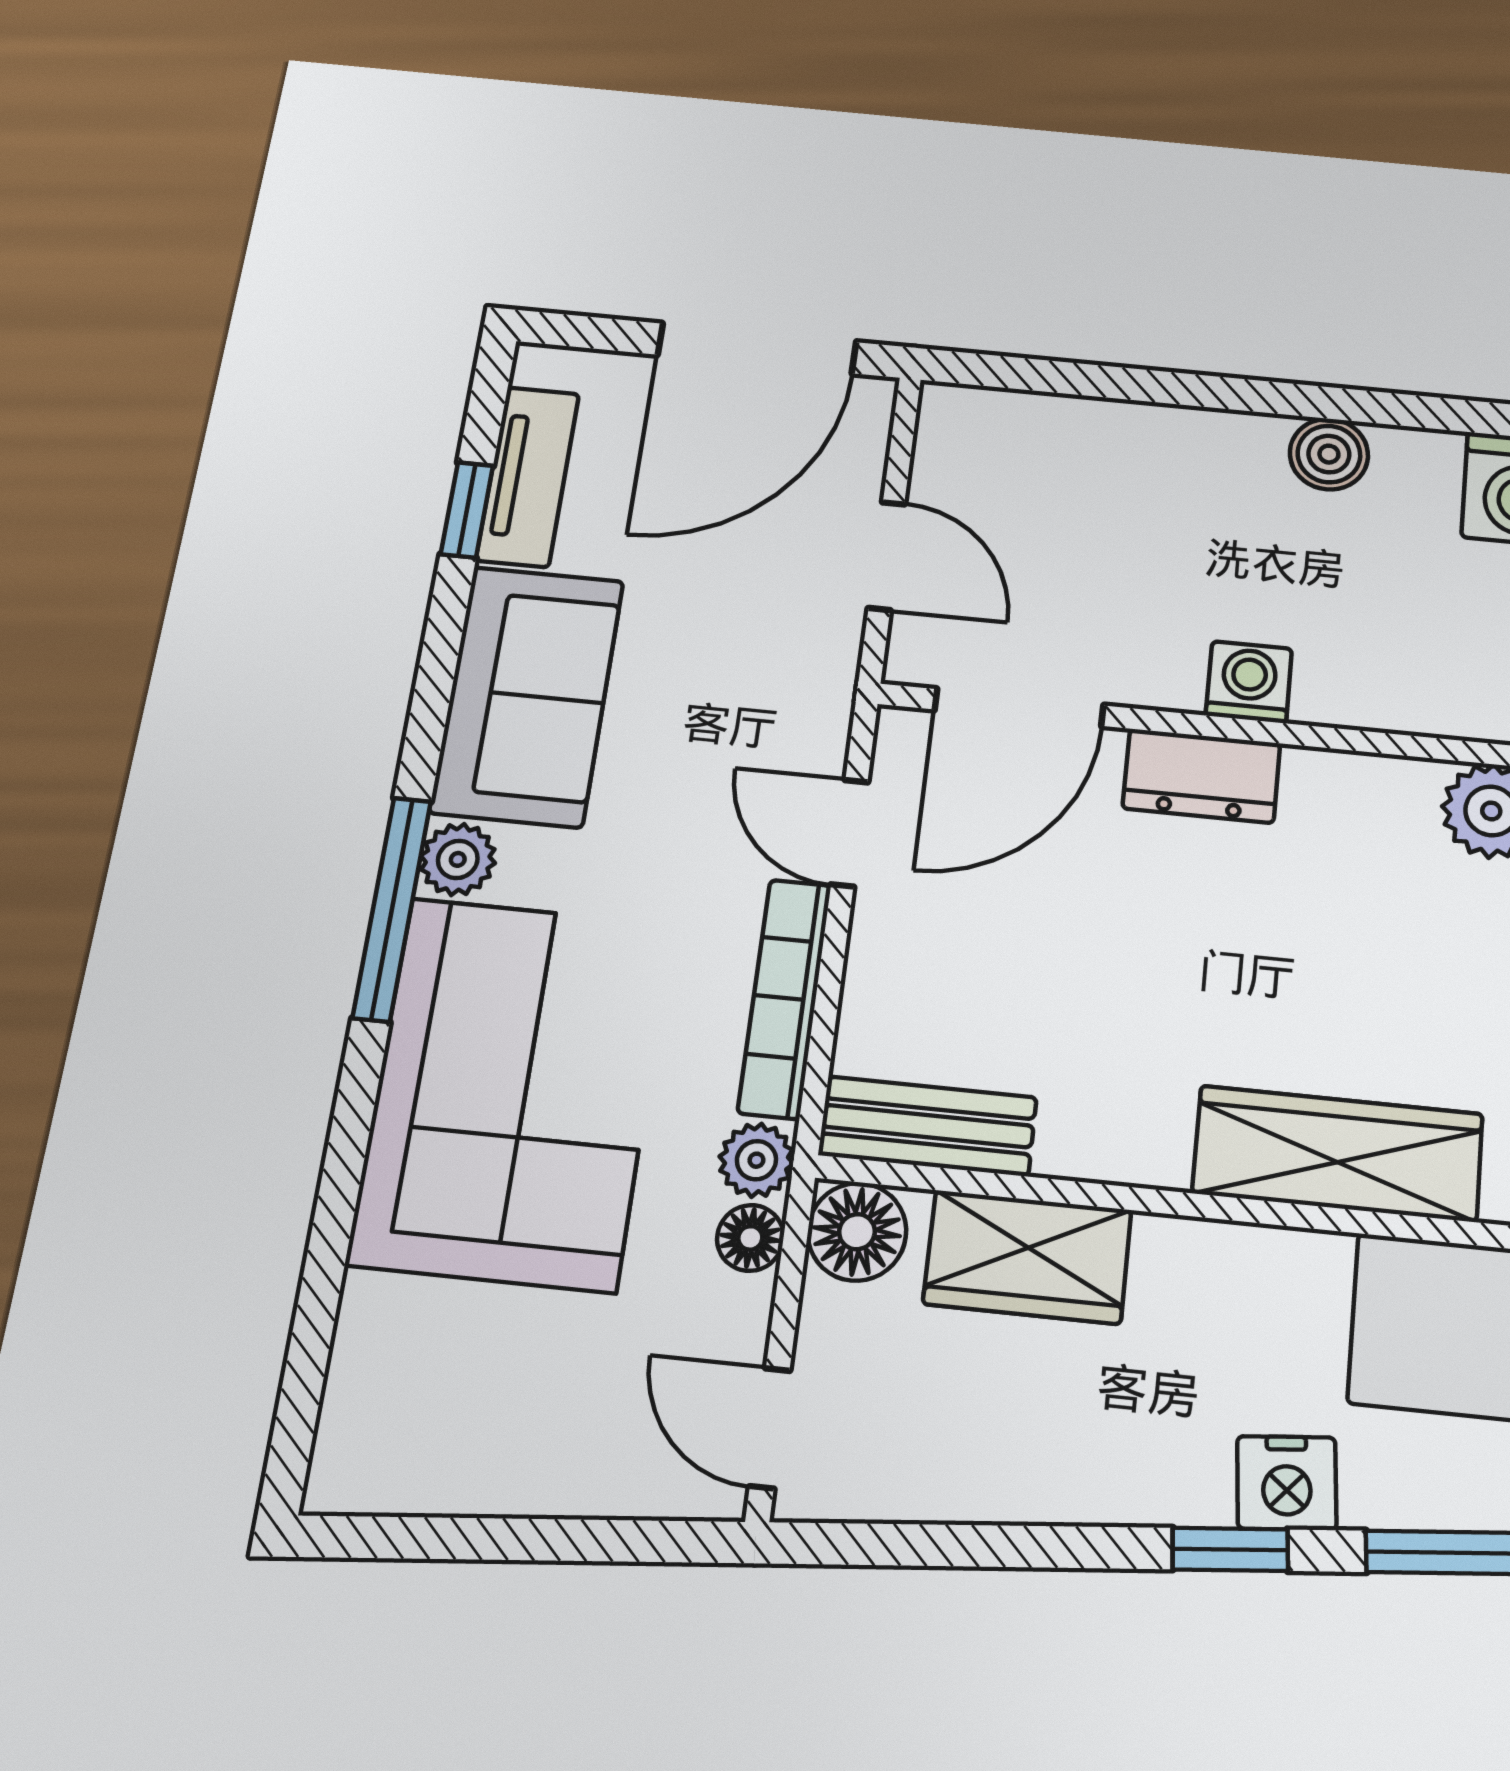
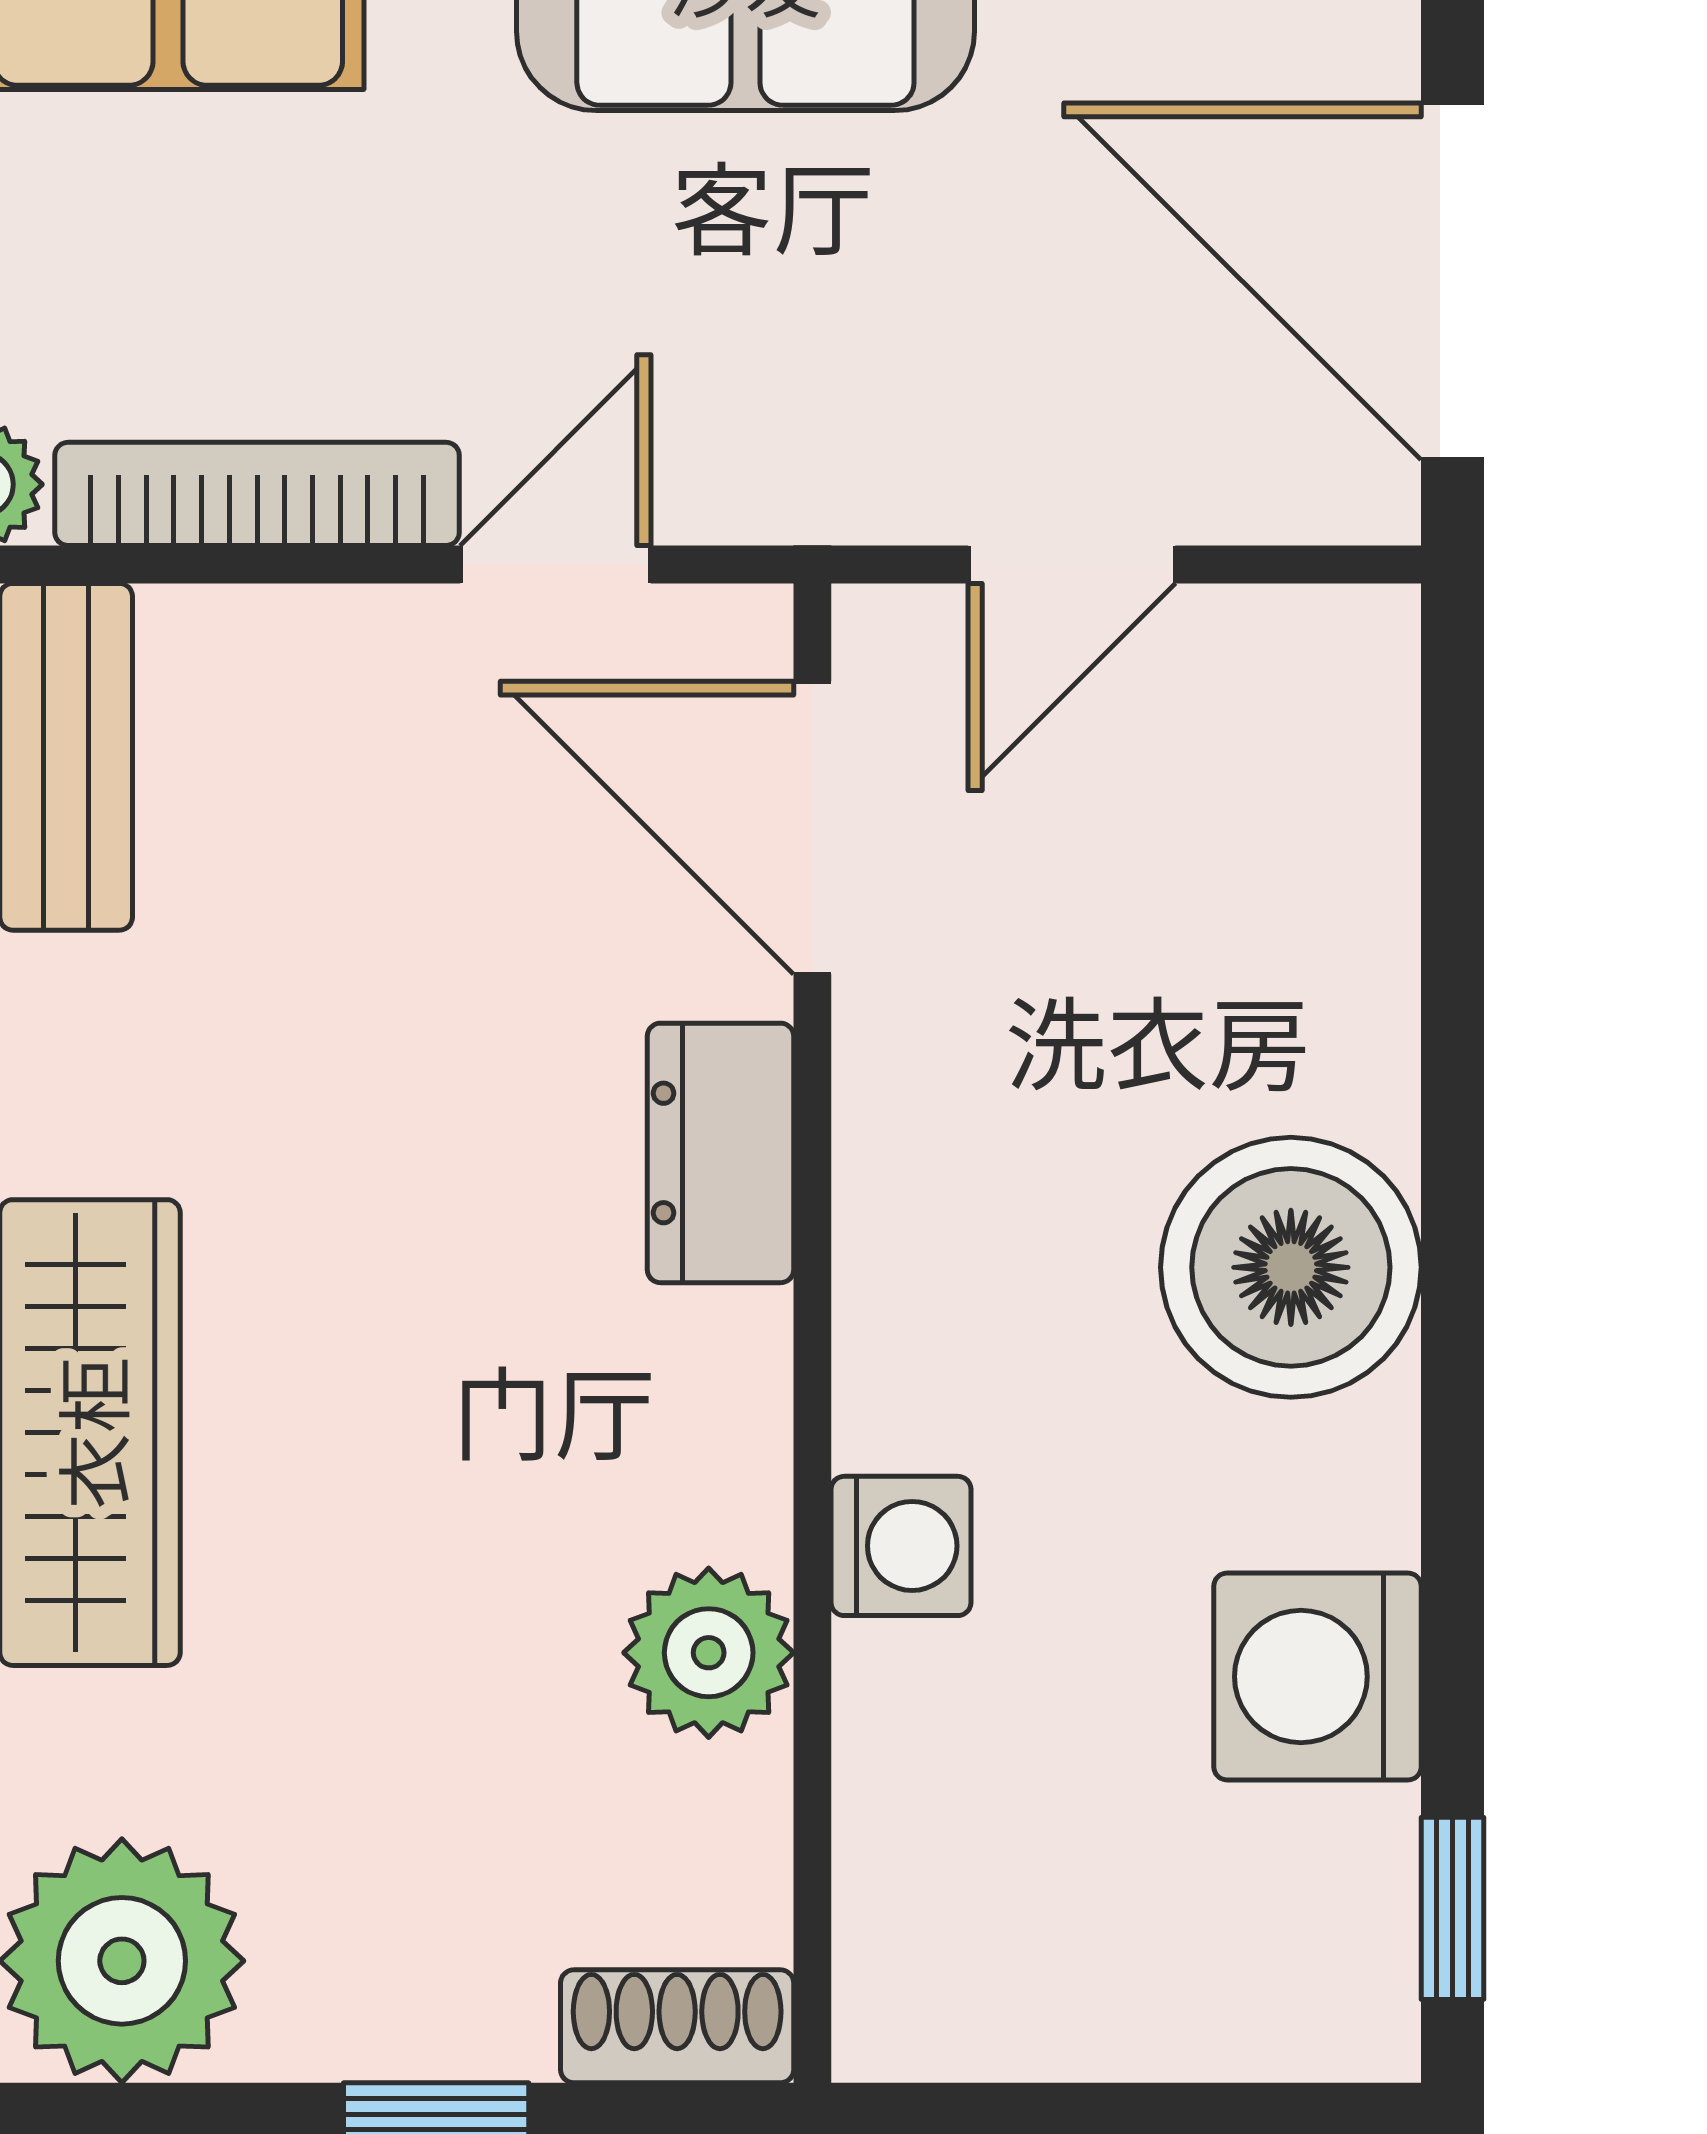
boiler: (1329, 454) -> (1291, 1267), width x1.86, depth x1.86
washing machine: (1249, 682) -> (901, 1546), moved

